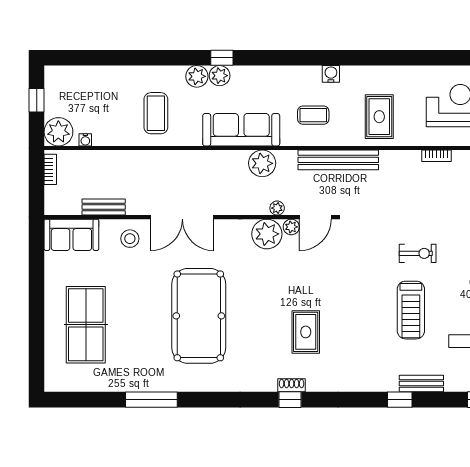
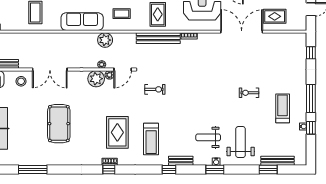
bench: (338, 160) -> (158, 38), moved
plant: (262, 163) -> (105, 40), moved
exercise bike: (418, 253) -> (155, 89), moved
treadmill: (411, 310) -> (151, 139), moved
pool table: (199, 316) -> (59, 124), width x0.73, depth x0.76
rug: (306, 332) -> (117, 132), width x1.36, depth x1.43

